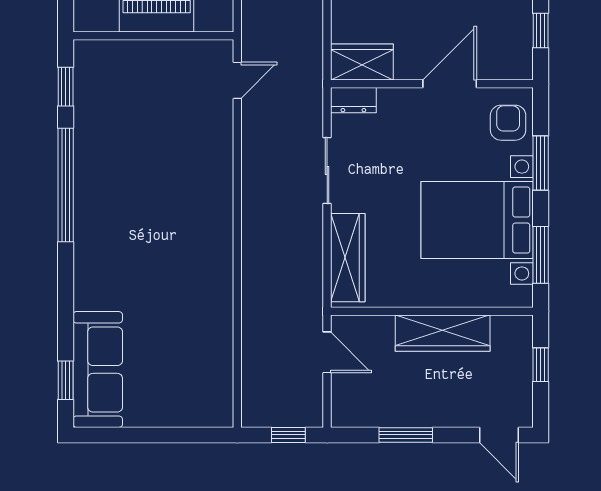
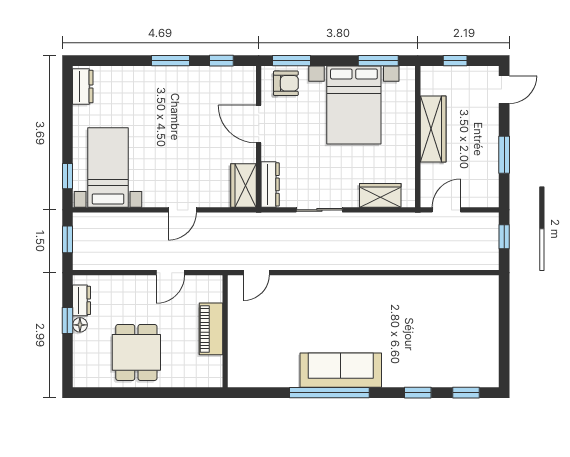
door: (237, 80) -> (256, 273), swing flipped
window: (66, 87) -> (418, 393), moved
dresser: (353, 100) -> (270, 184), width x1.44
armchair: (508, 123) -> (286, 83), turned 180
window: (541, 163) -> (291, 61), moved
wardrobe: (348, 258) -> (380, 195), width x0.67
sofa: (98, 369) -> (341, 370), moved

